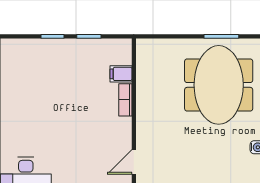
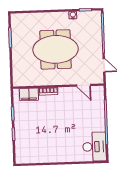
filing cabinet: (121, 74) -> (29, 94), width x2.00
meeting table: (219, 85) -> (56, 49), moved

